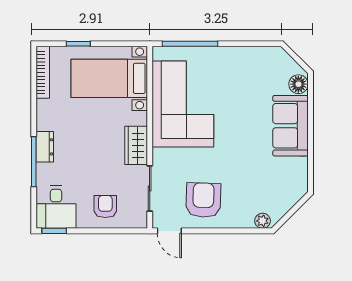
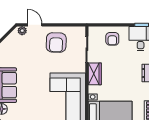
door: (169, 231) -> (35, 25), moved

